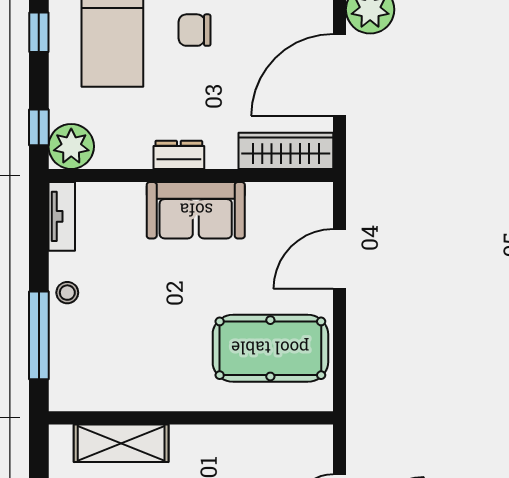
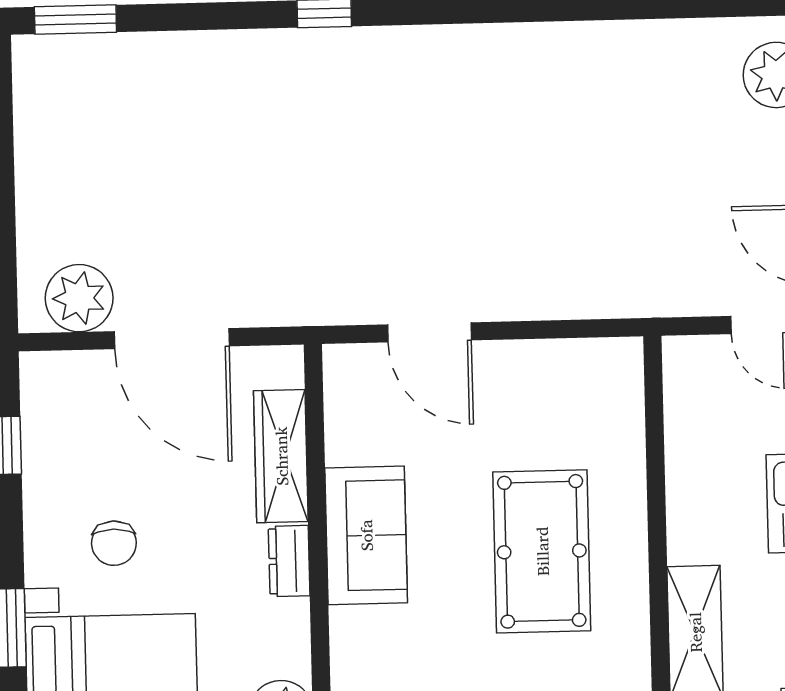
wardrobe: (286, 151) -> (281, 456), moved
pool table: (270, 348) -> (542, 551), moved

